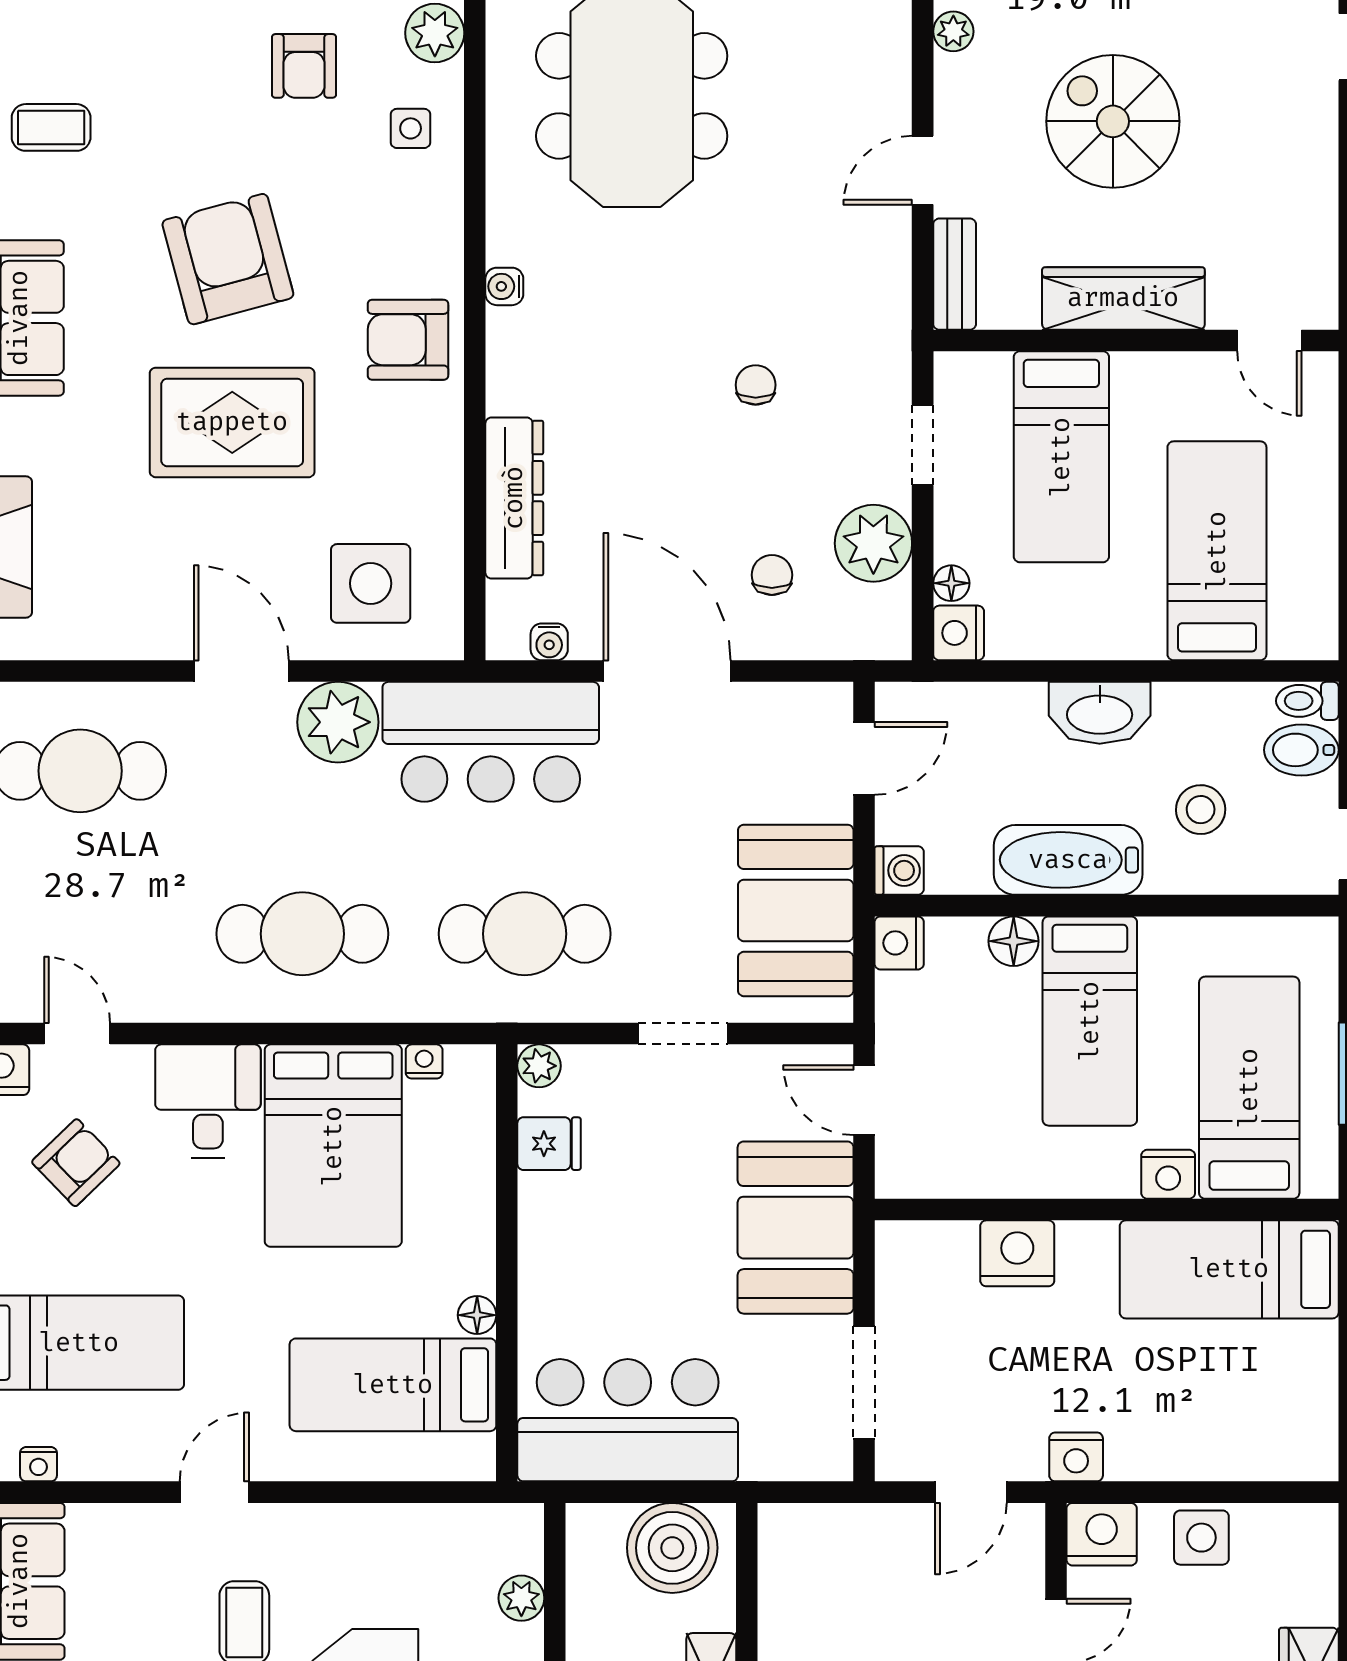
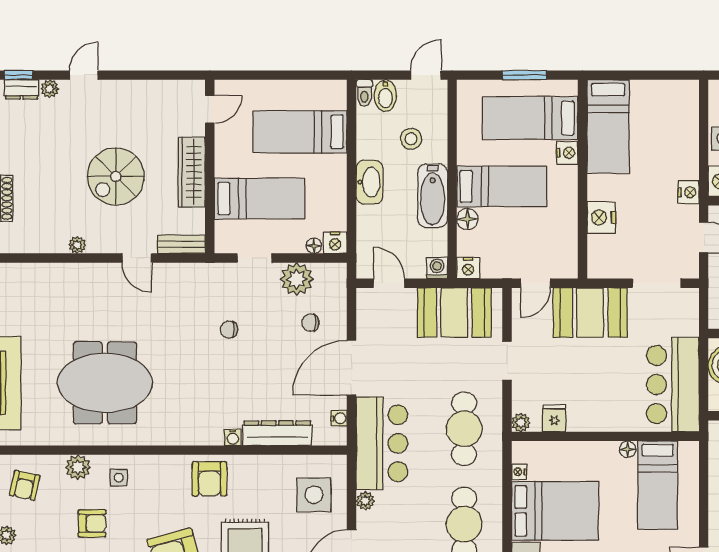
water cooler: (504, 286) -> (233, 437), moved
plant: (338, 722) -> (365, 501), width x0.53, depth x0.53

